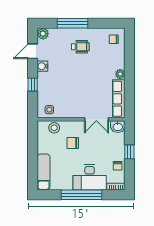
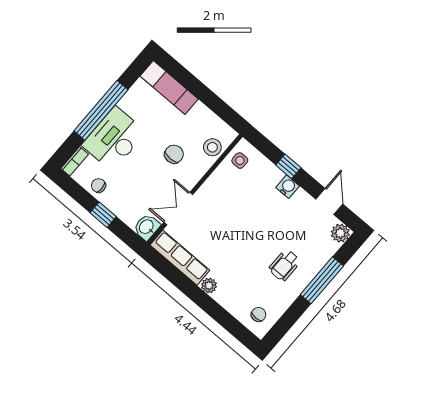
water cooler: (42, 66) -> (288, 187), moved

